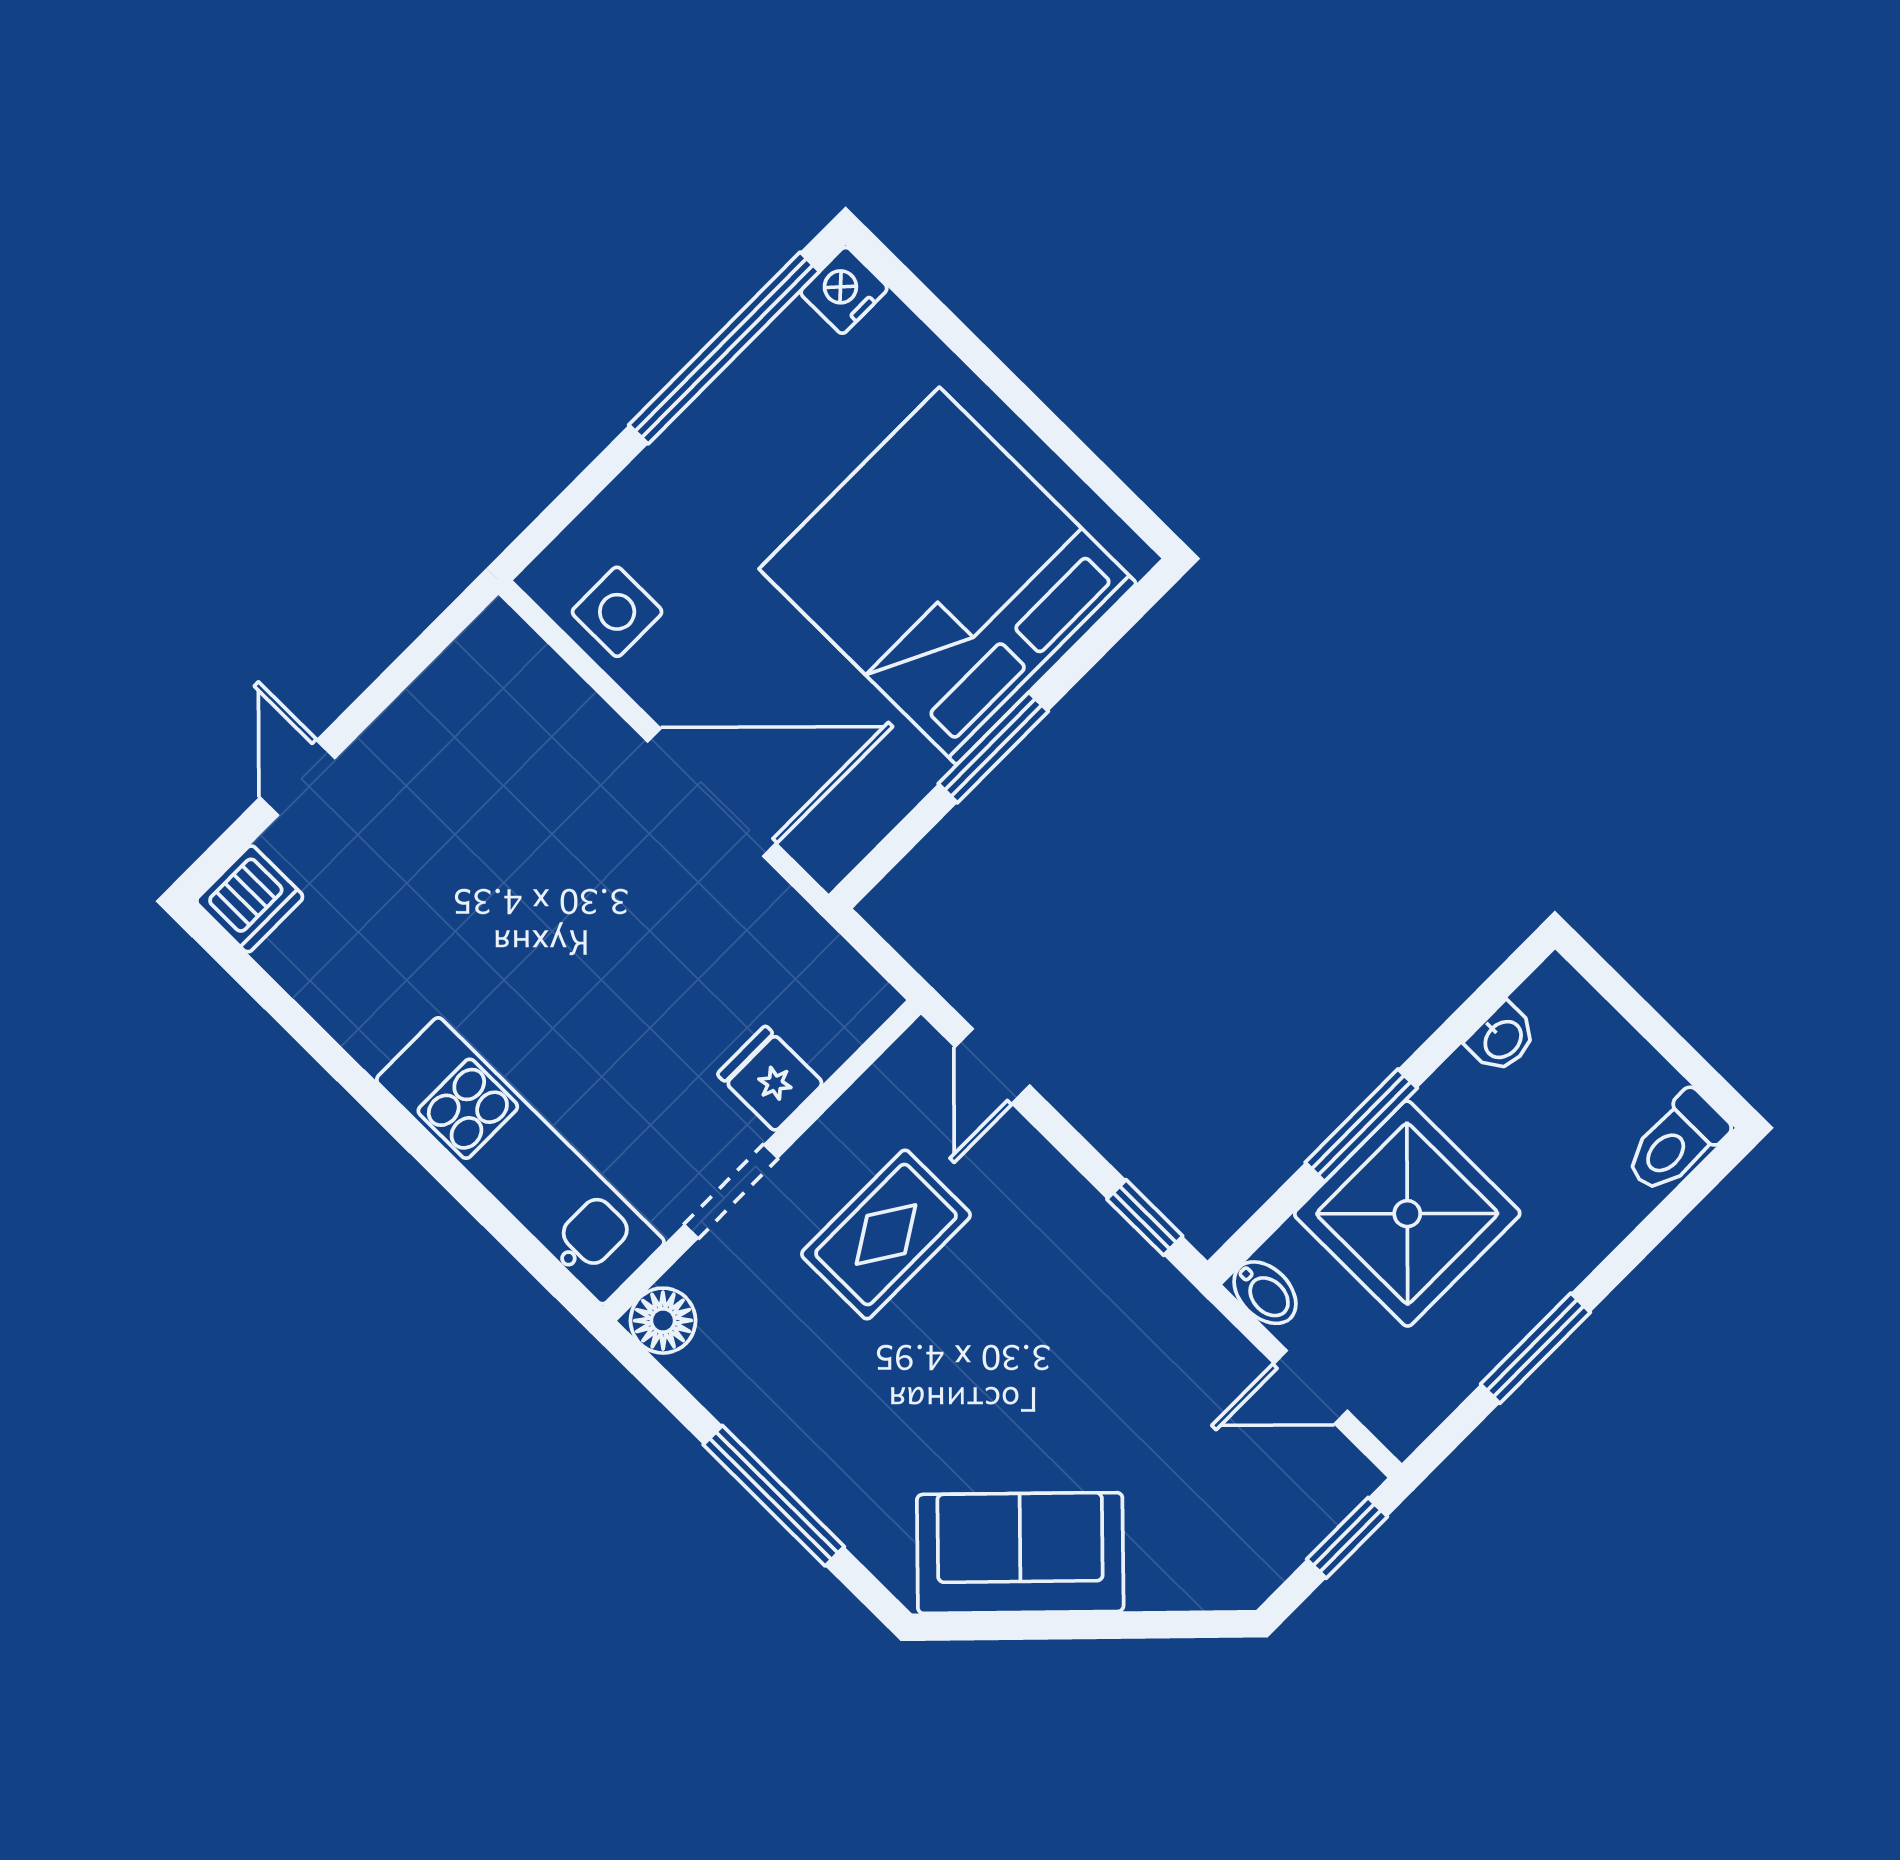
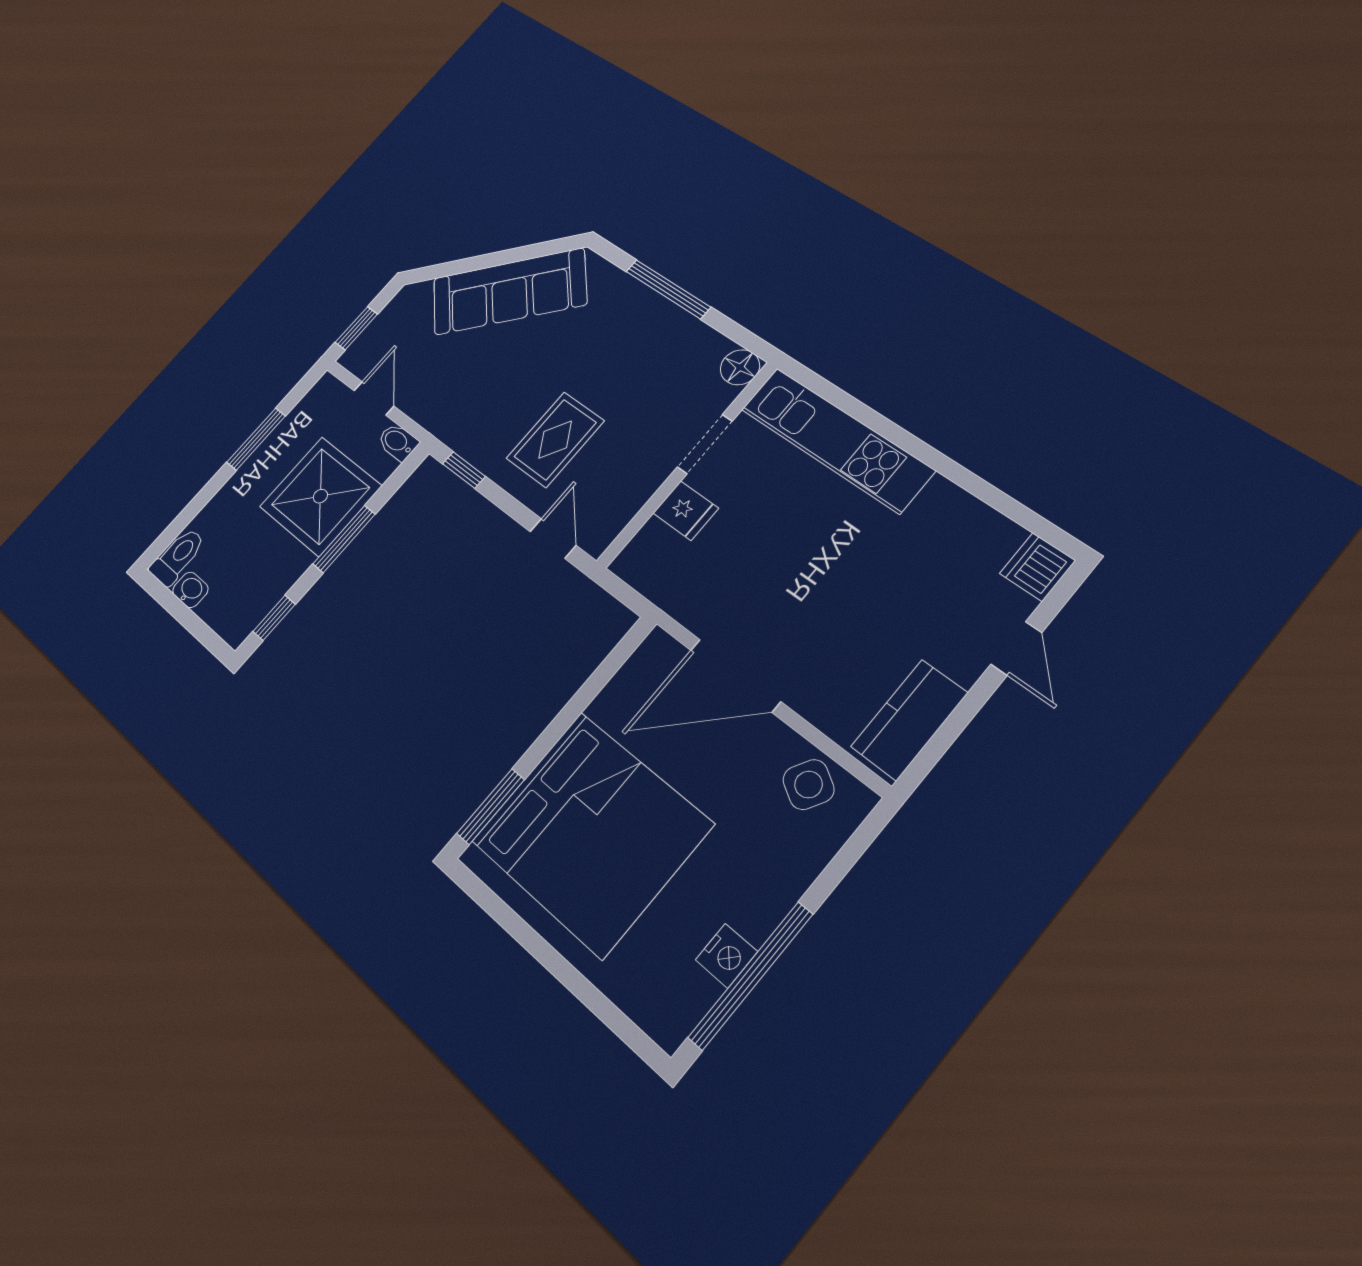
nightstand: (844, 290) -> (727, 956), moved
side table: (617, 612) -> (809, 785), turned 30
kitchen counter: (462, 691) -> (909, 720), added
window: (993, 748) -> (491, 806), moved
window: (1485, 1000) -> (274, 618), added
washbasin: (1502, 1038) -> (190, 590), moved, turned 90
rug: (886, 1235) -> (555, 440), moved
door: (1311, 1387) -> (374, 398), hinge flipped
sofa: (1020, 1553) -> (509, 291), width x1.36

